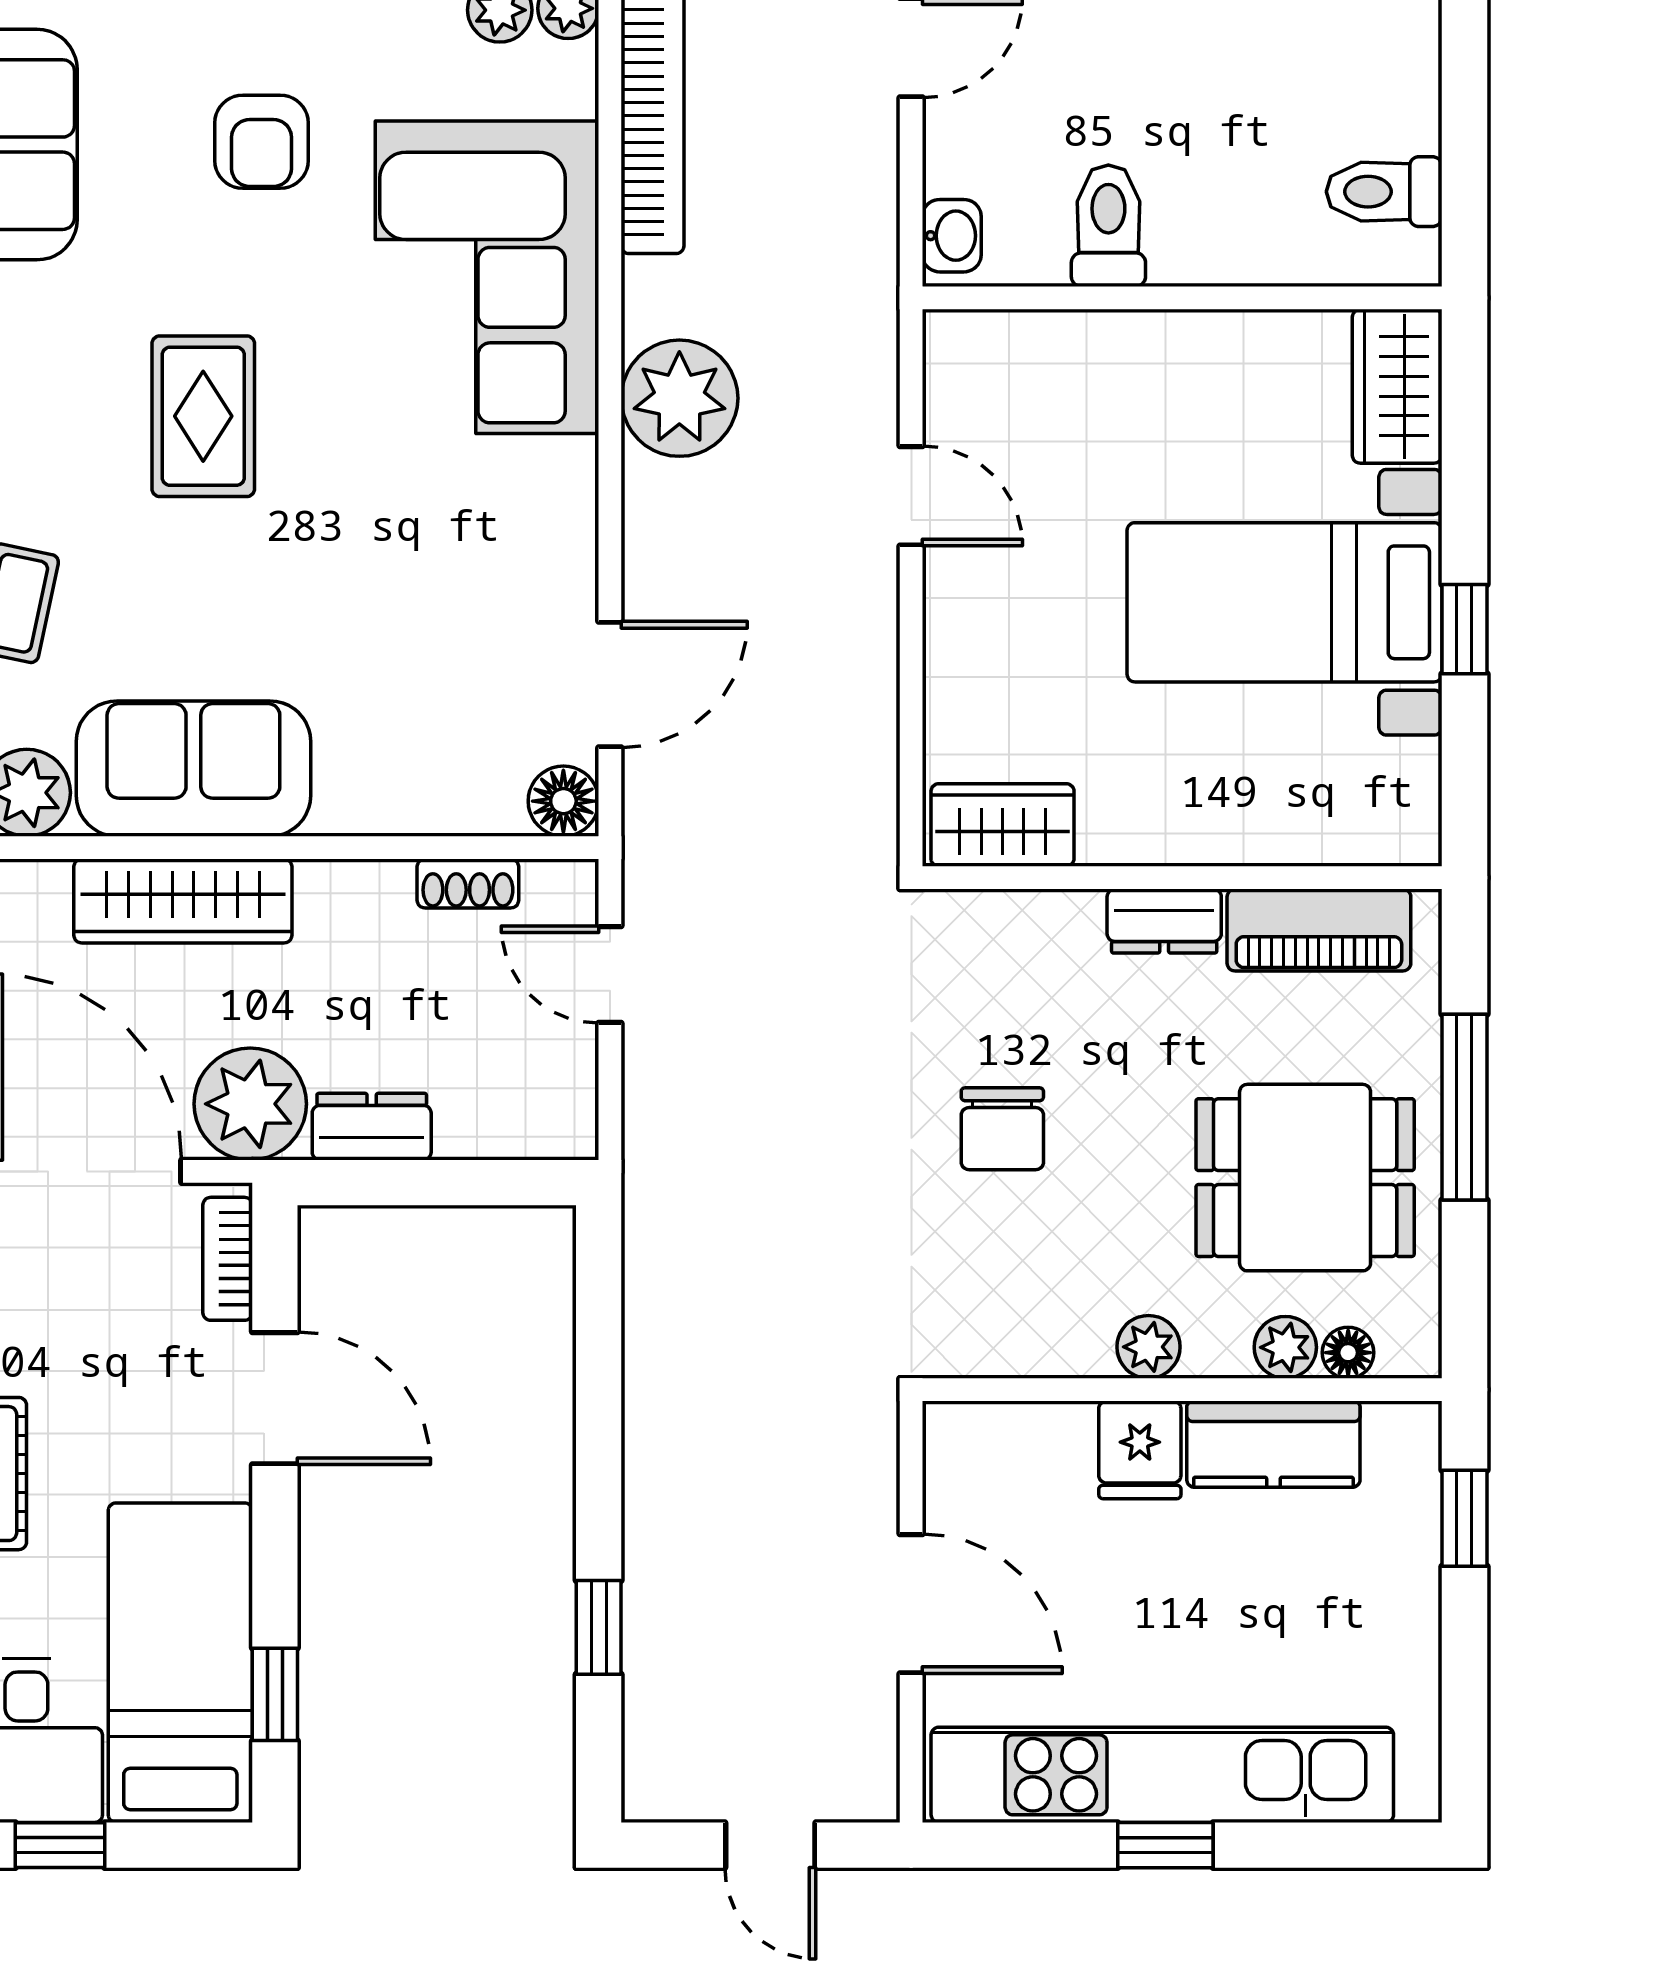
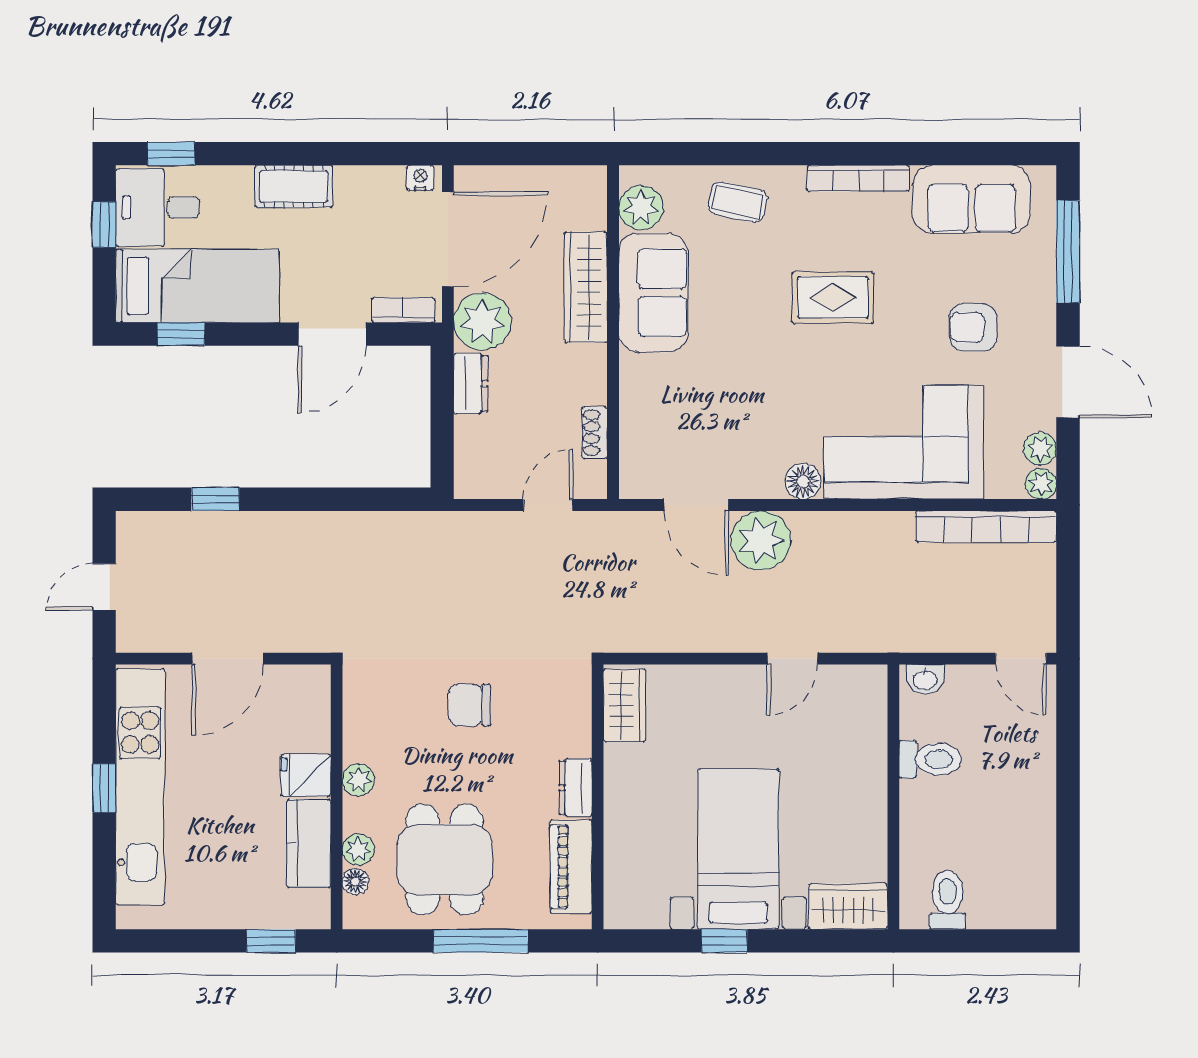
plant: (679, 398) -> (761, 540), moved
floor lamp: (563, 801) -> (803, 481), moved

